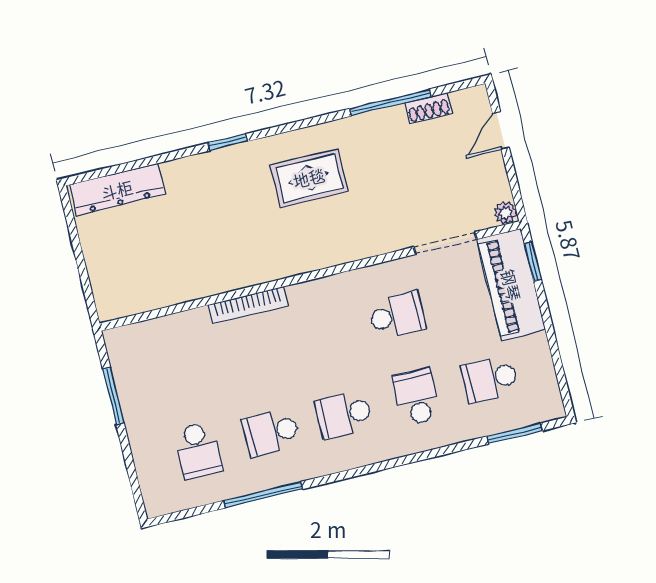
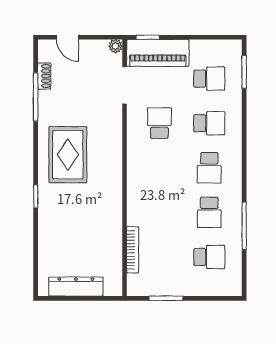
rug: (309, 178) -> (68, 155), width x1.36, depth x1.43
dresser: (117, 190) -> (76, 287), moved, turned -90
bookcase: (248, 305) -> (133, 250), moved
school desk: (490, 379) -> (209, 79), turned -90
school desk: (417, 397) -> (209, 123), turned 180

